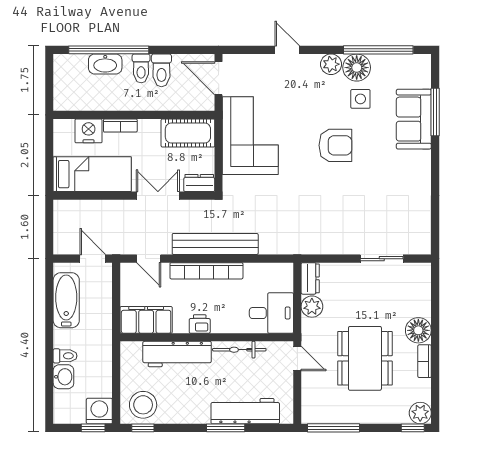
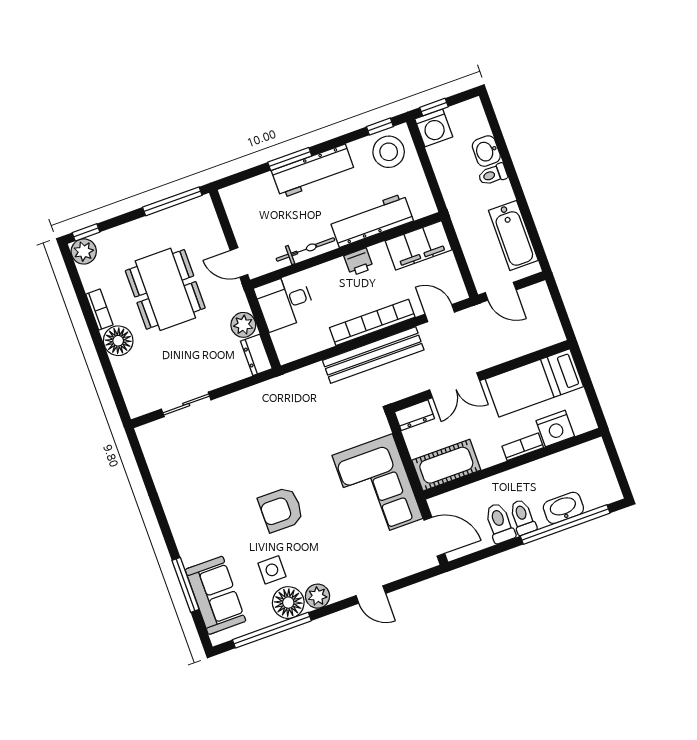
sofa: (414, 119) -> (215, 595), moved
workbench: (245, 411) -> (313, 171), moved

